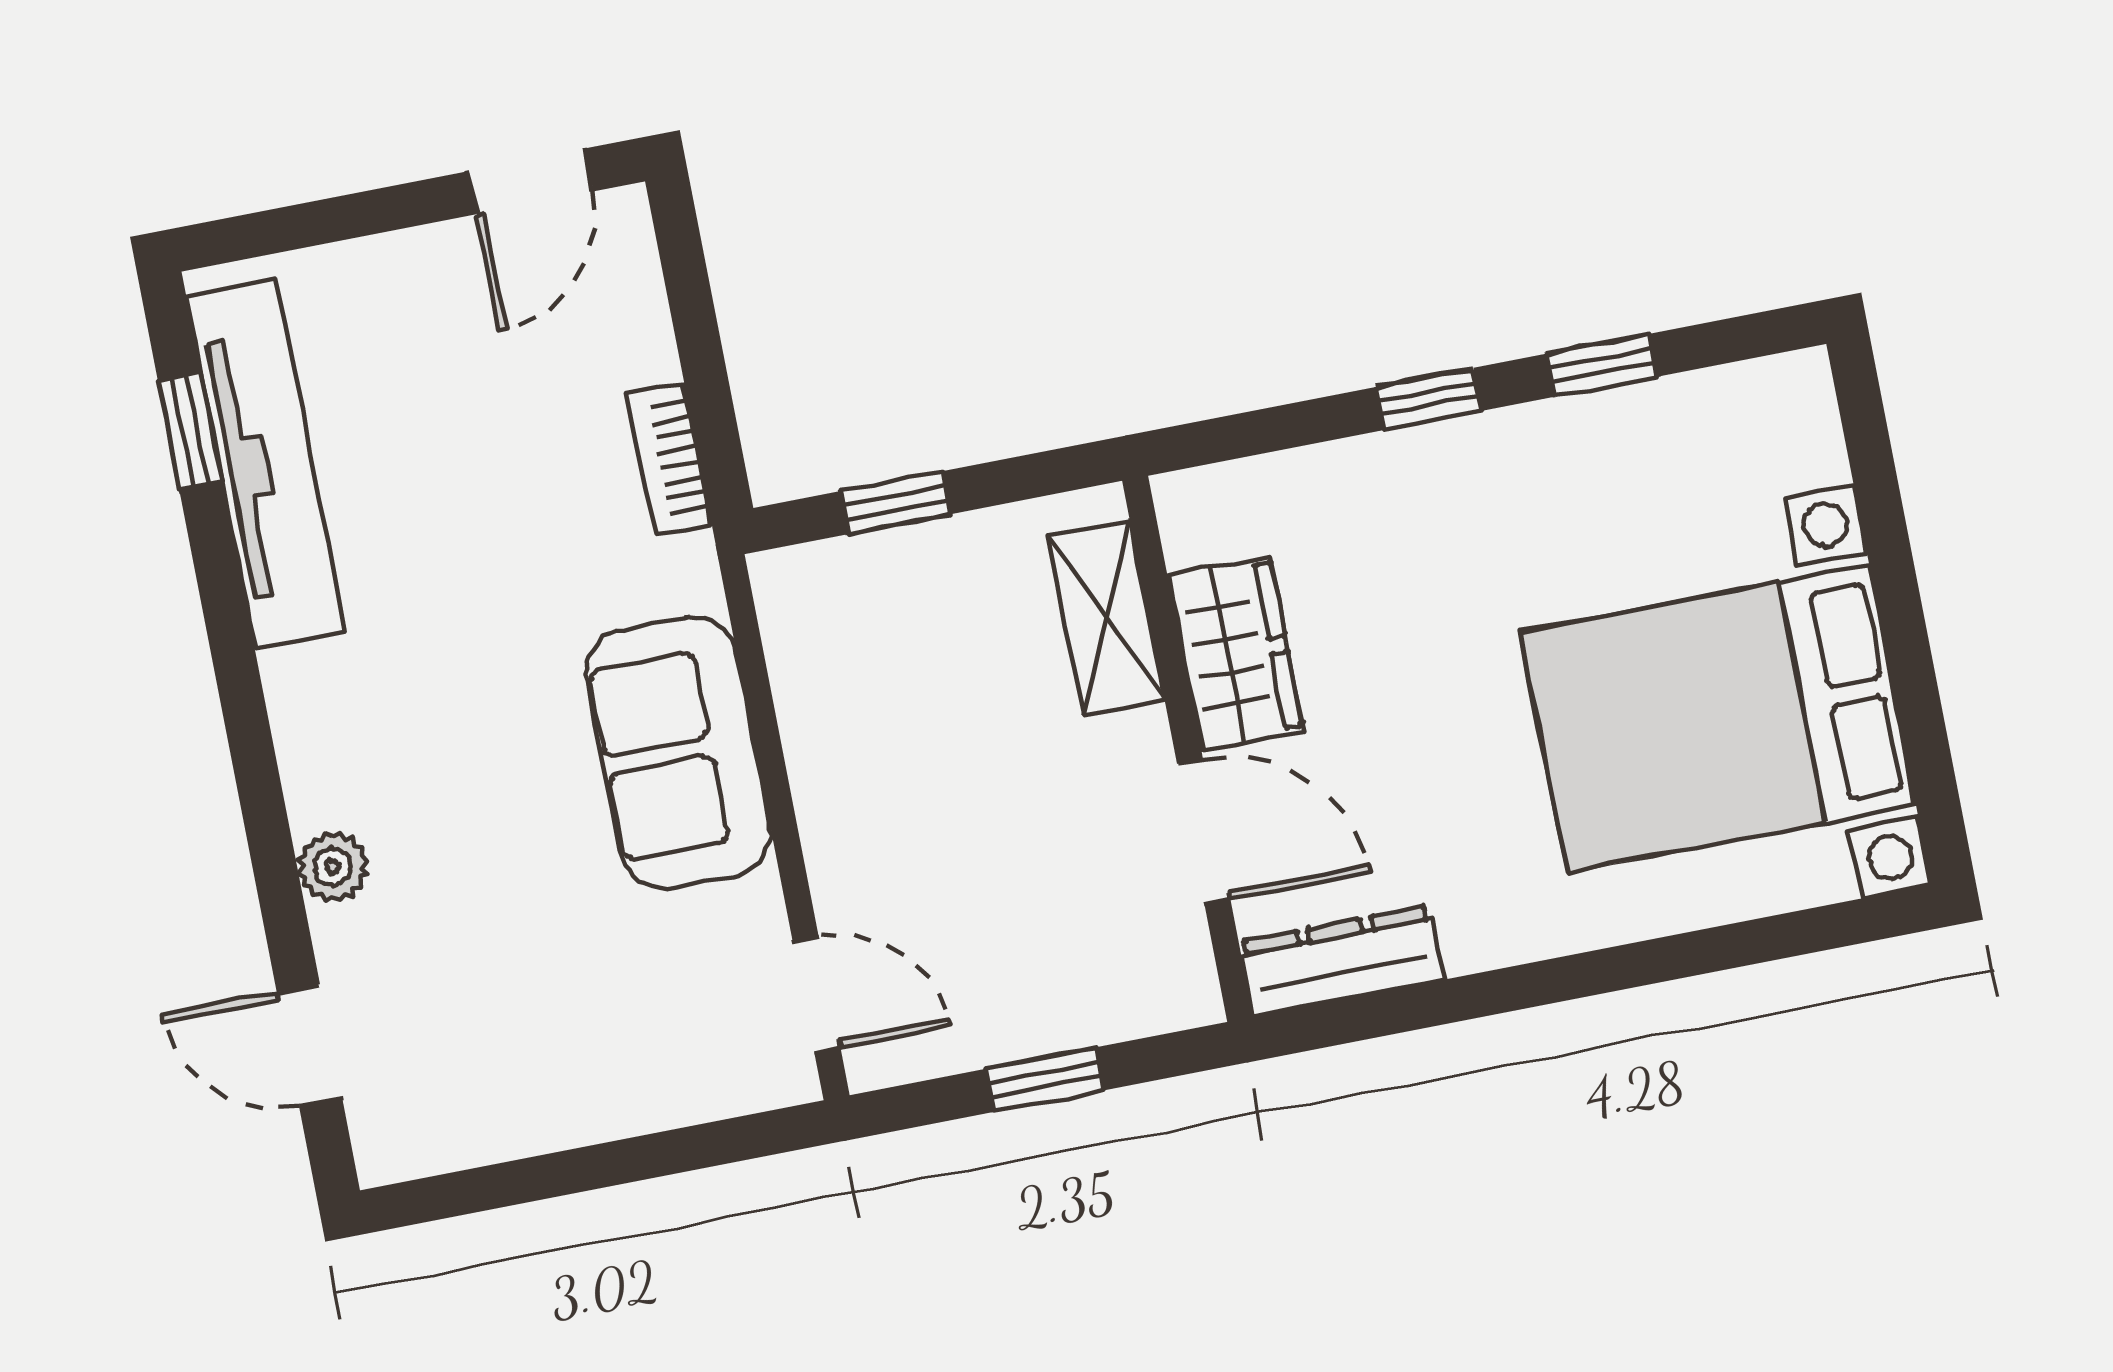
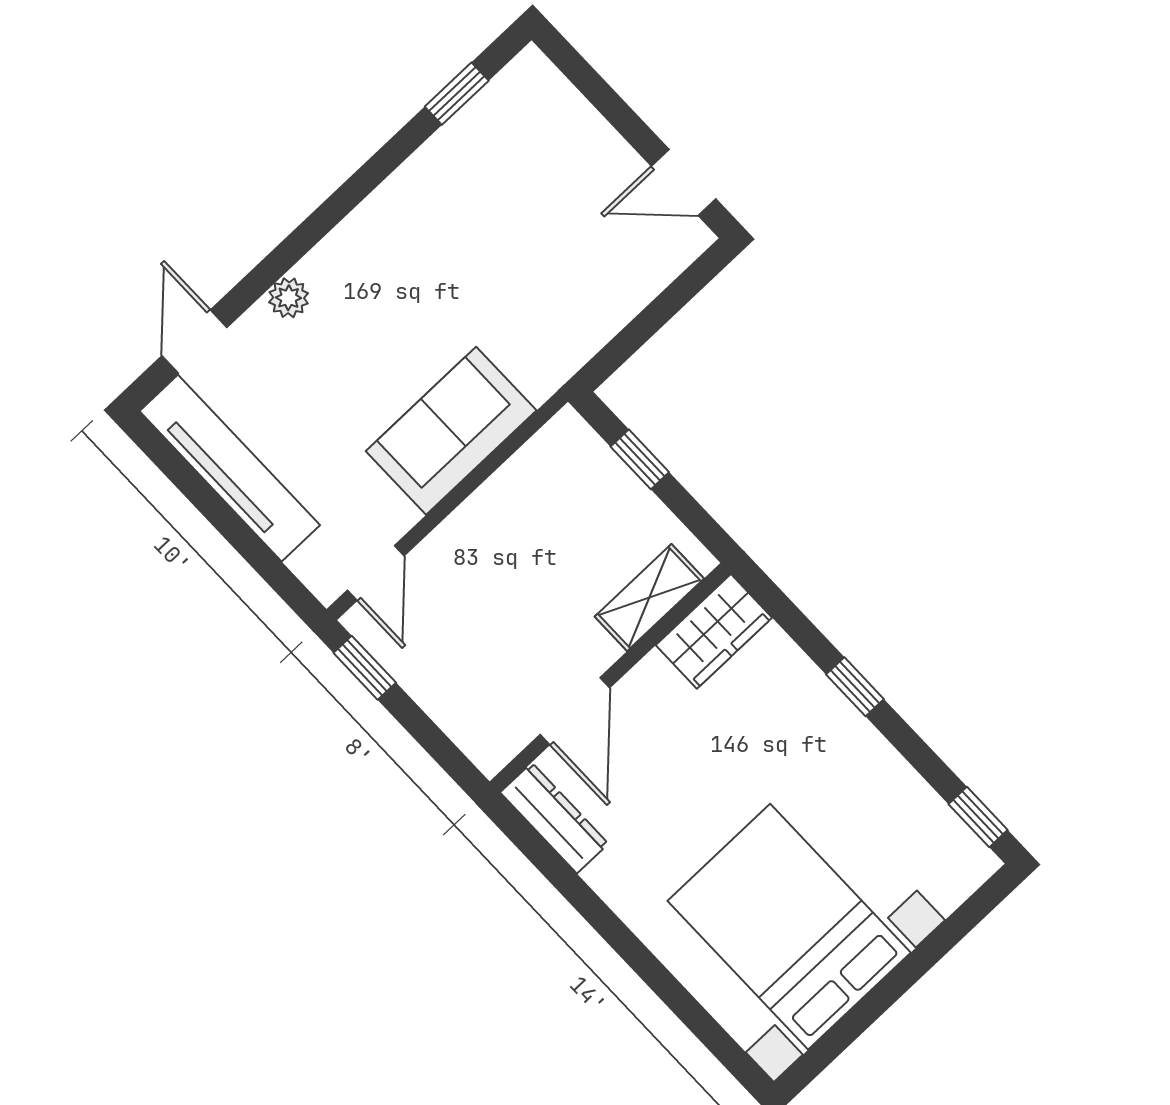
window: (1601, 365) -> (978, 817), moved
bookcase: (670, 459) -> (591, 336), removed
tv unit: (266, 464) -> (230, 468), moved, turned -90
wardrobe: (1236, 653) -> (714, 631), moved
window: (1045, 1080) -> (365, 668), moved

